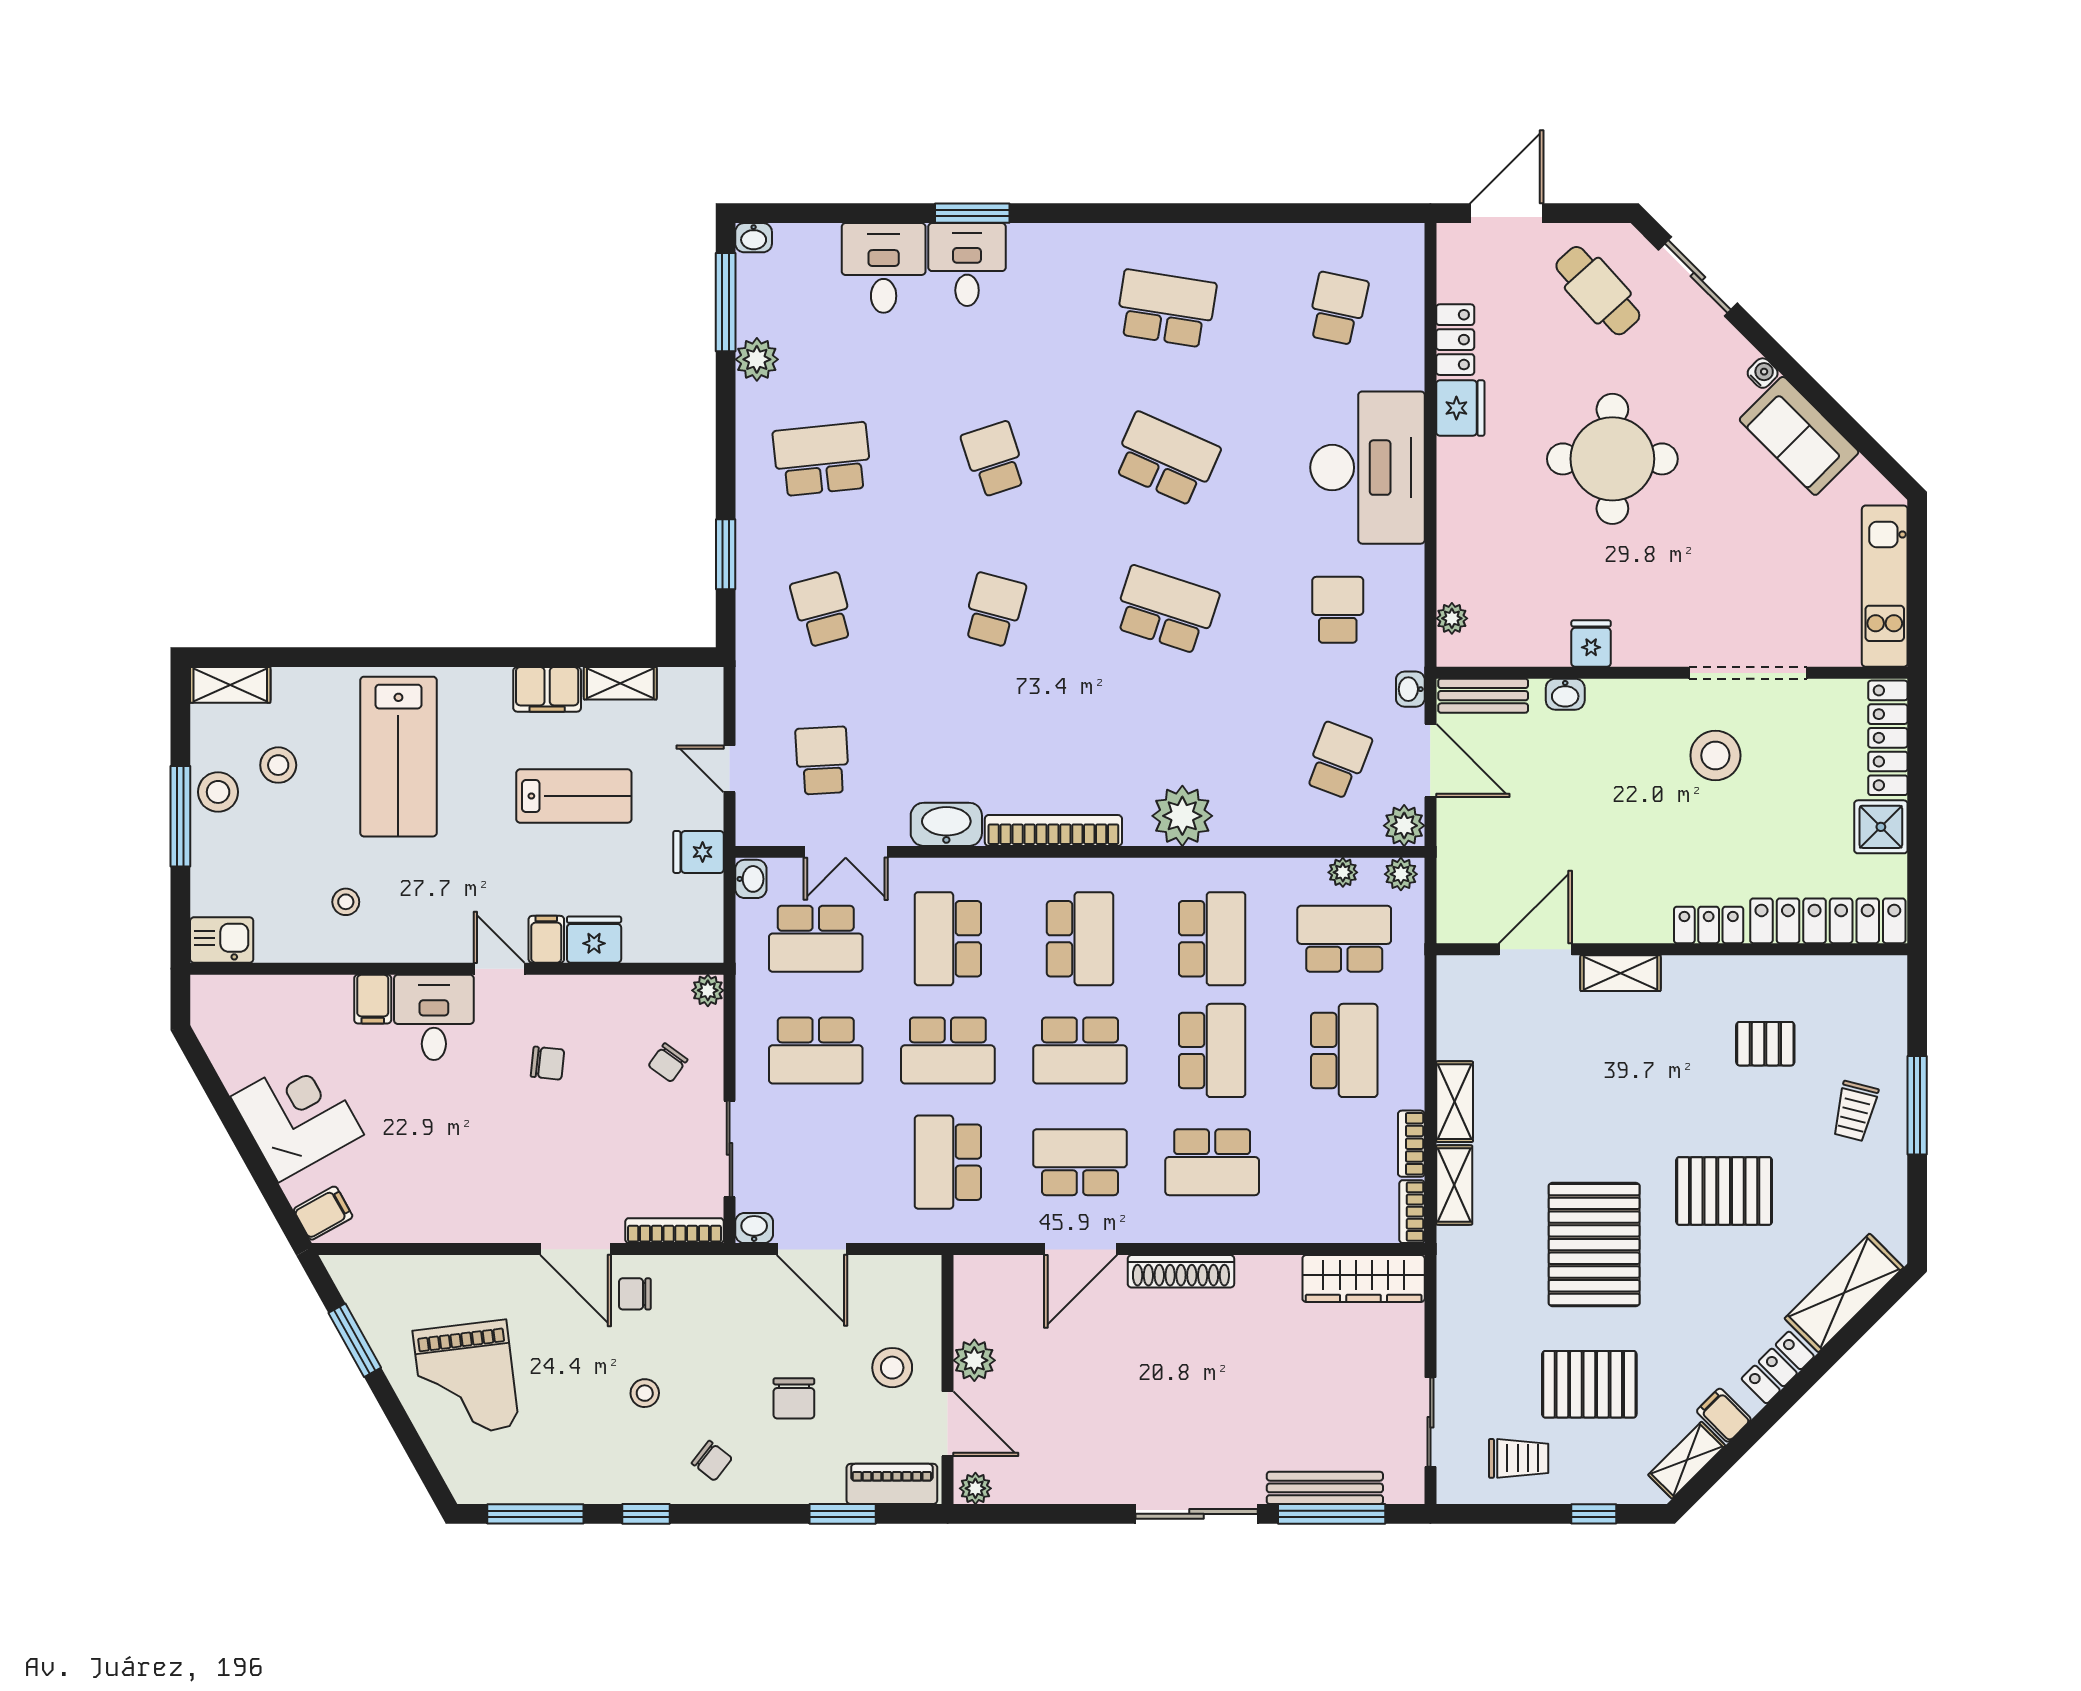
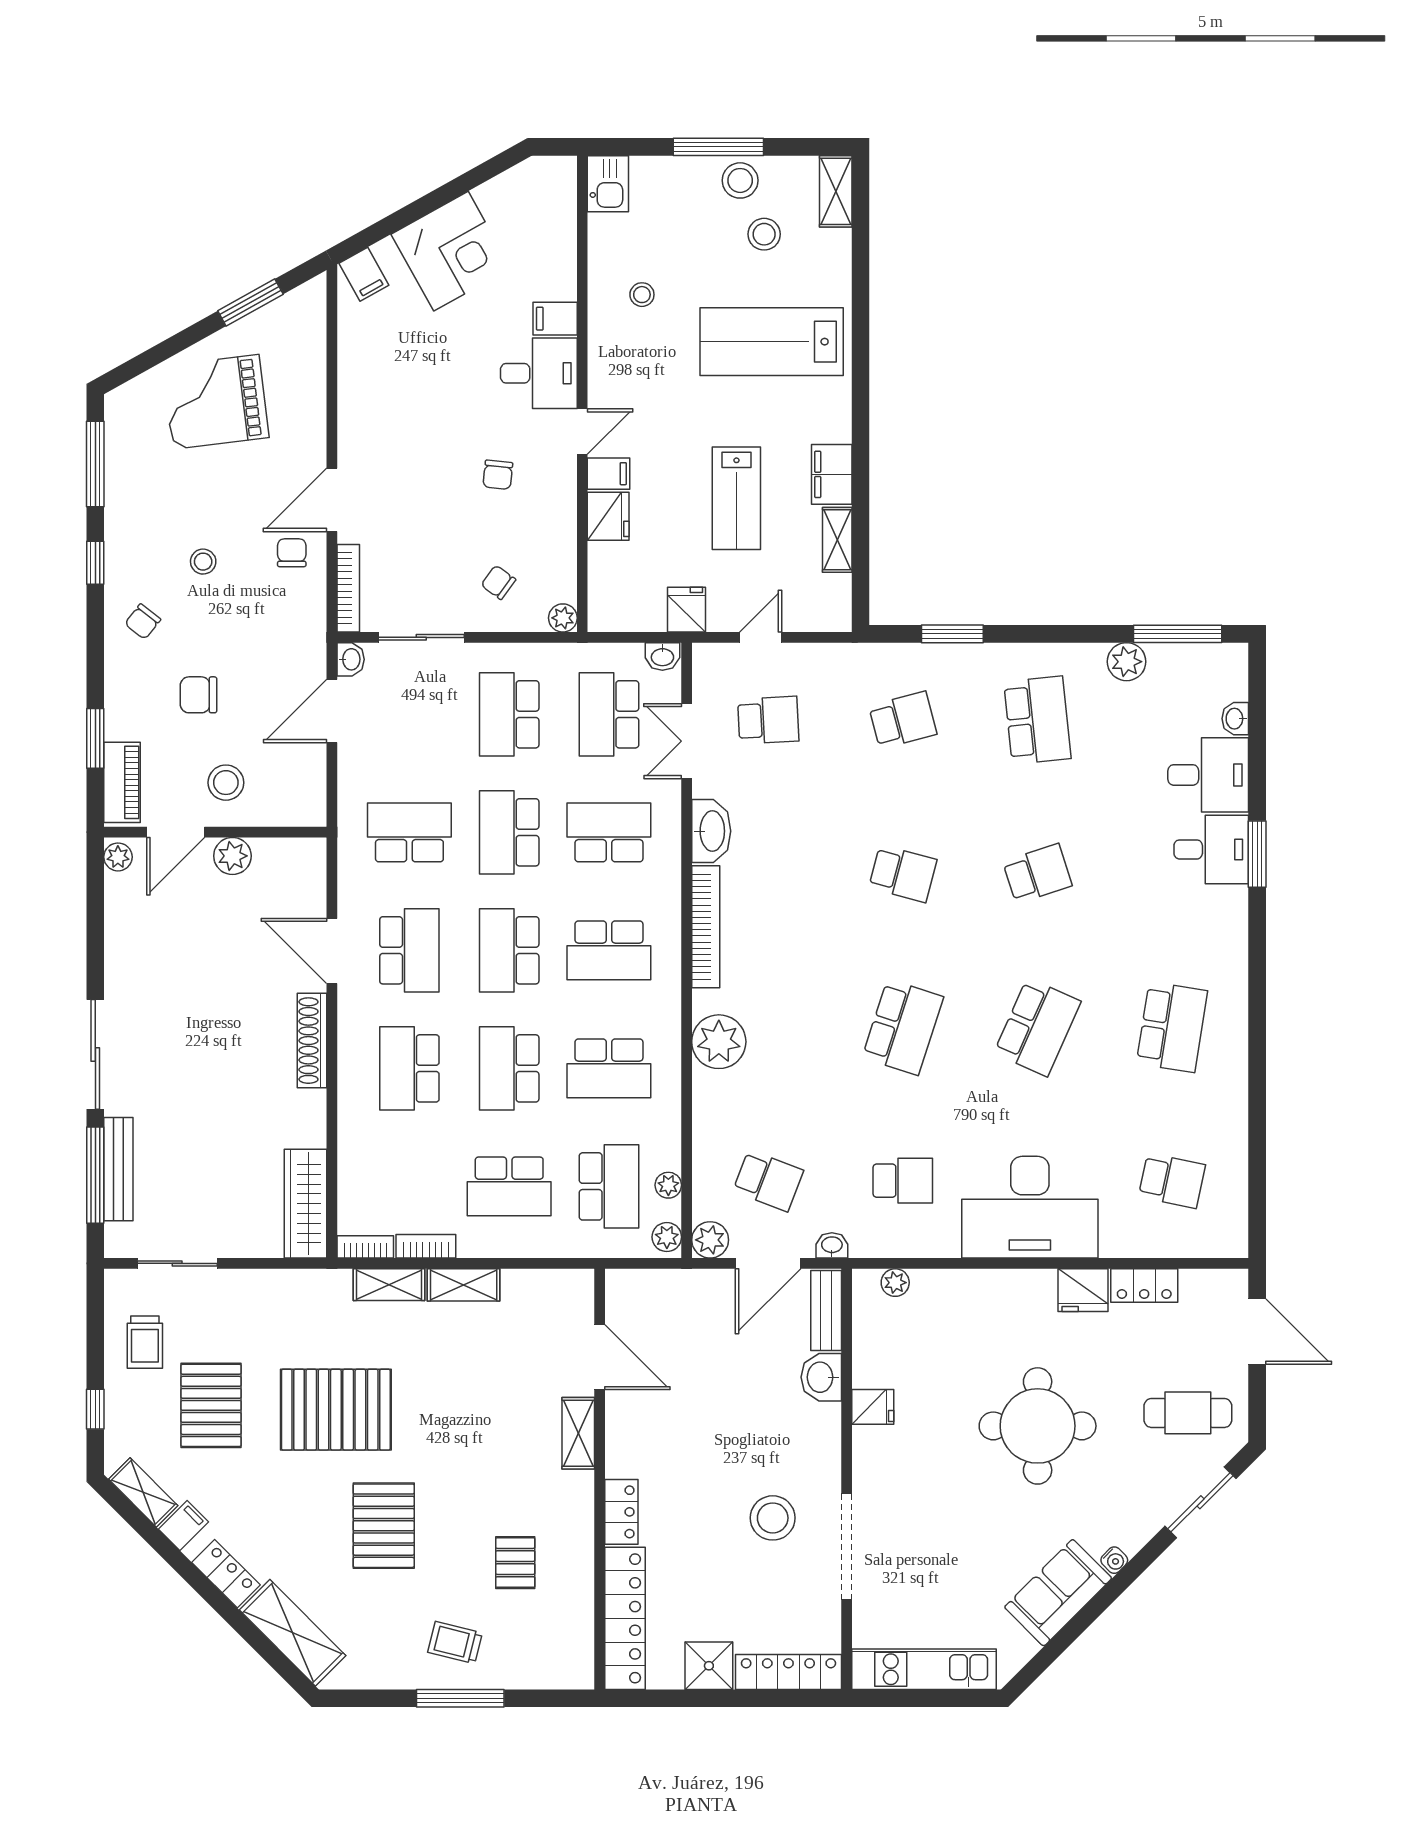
washbasin: (754, 238) -> (1235, 719), moved
cafe table: (1598, 291) -> (1188, 1413), turned 42
washbasin: (1565, 694) -> (821, 1377), width x1.38, depth x1.45
school desk: (1212, 1050) -> (509, 1068), turned 90

